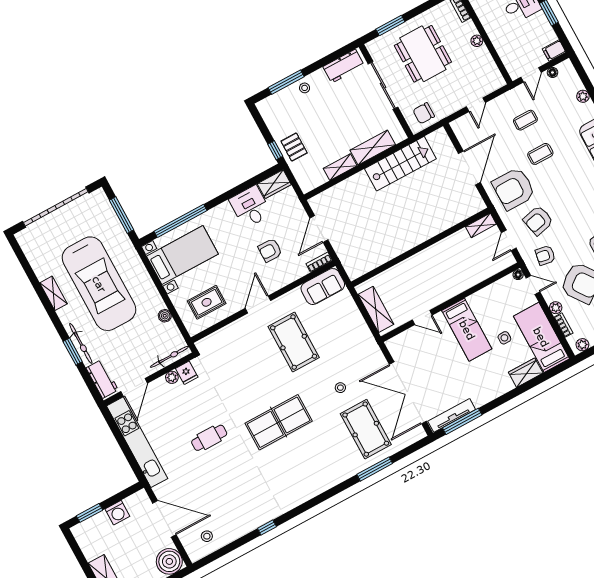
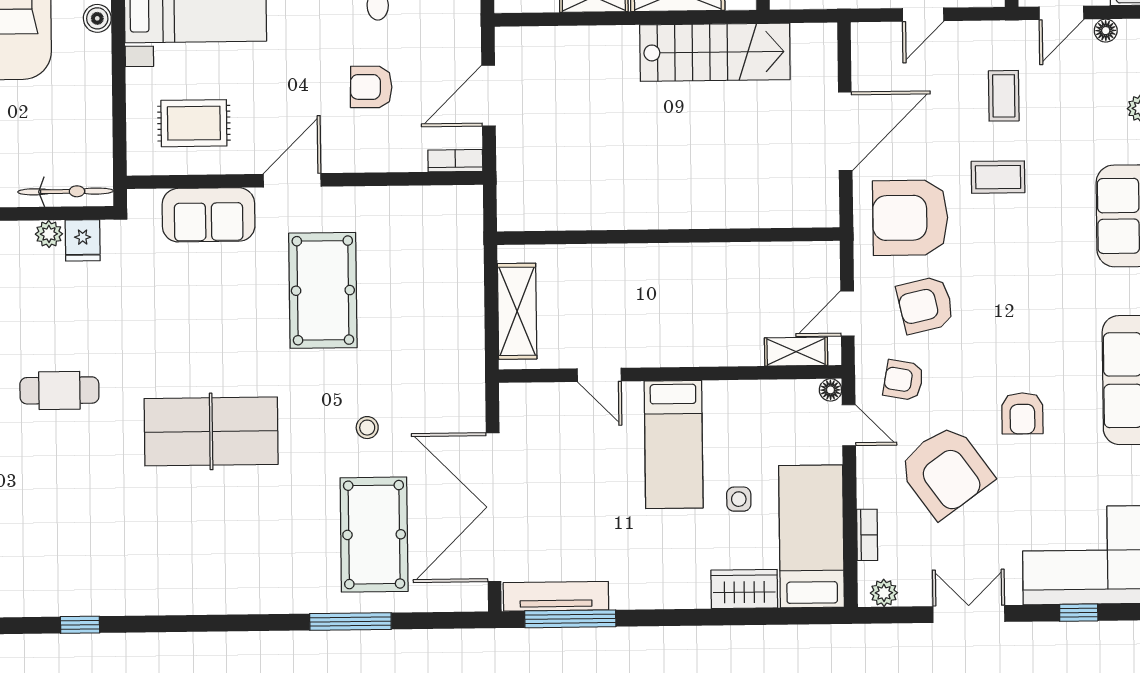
coffee table: (525, 120) -> (1004, 96), turned 90
shelving: (481, 225) -> (796, 352), moved
sofa: (323, 287) -> (209, 215), moved
plant: (556, 308) -> (870, 493), removed
boiler: (165, 316) -> (97, 18), moved

